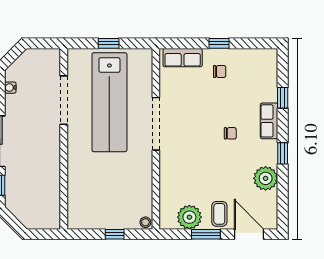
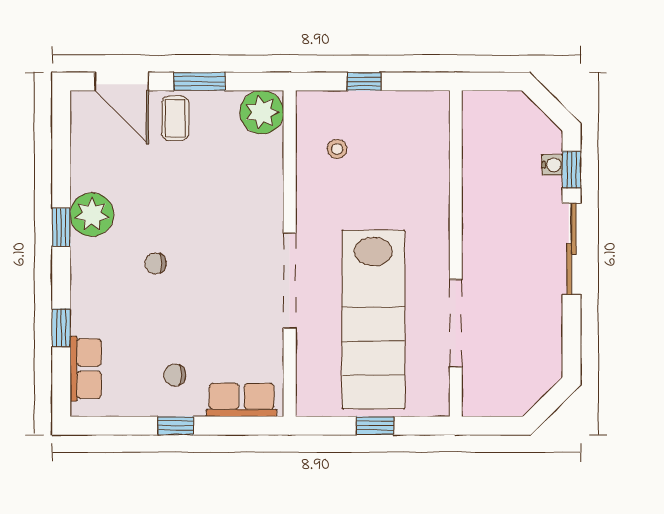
water cooler: (10, 88) -> (552, 165), moved
lab bench: (109, 102) -> (373, 319), turned 180
row of seats: (269, 121) -> (86, 369), moved
plant: (266, 178) -> (92, 215), moved
plant: (189, 217) -> (262, 112), moved
stool: (145, 222) -> (337, 149), moved

